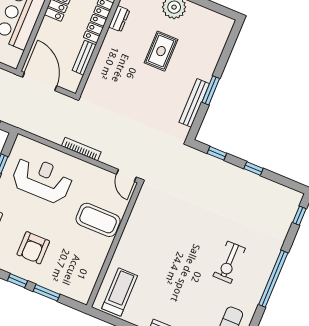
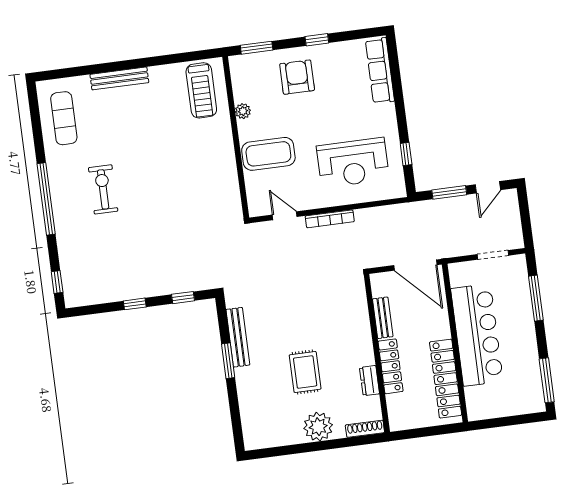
door: (126, 176) -> (285, 216), moved
armchair: (33, 248) -> (297, 77), moved
plant: (99, 260) -> (243, 111), added
window: (47, 293) -> (257, 48), moved

